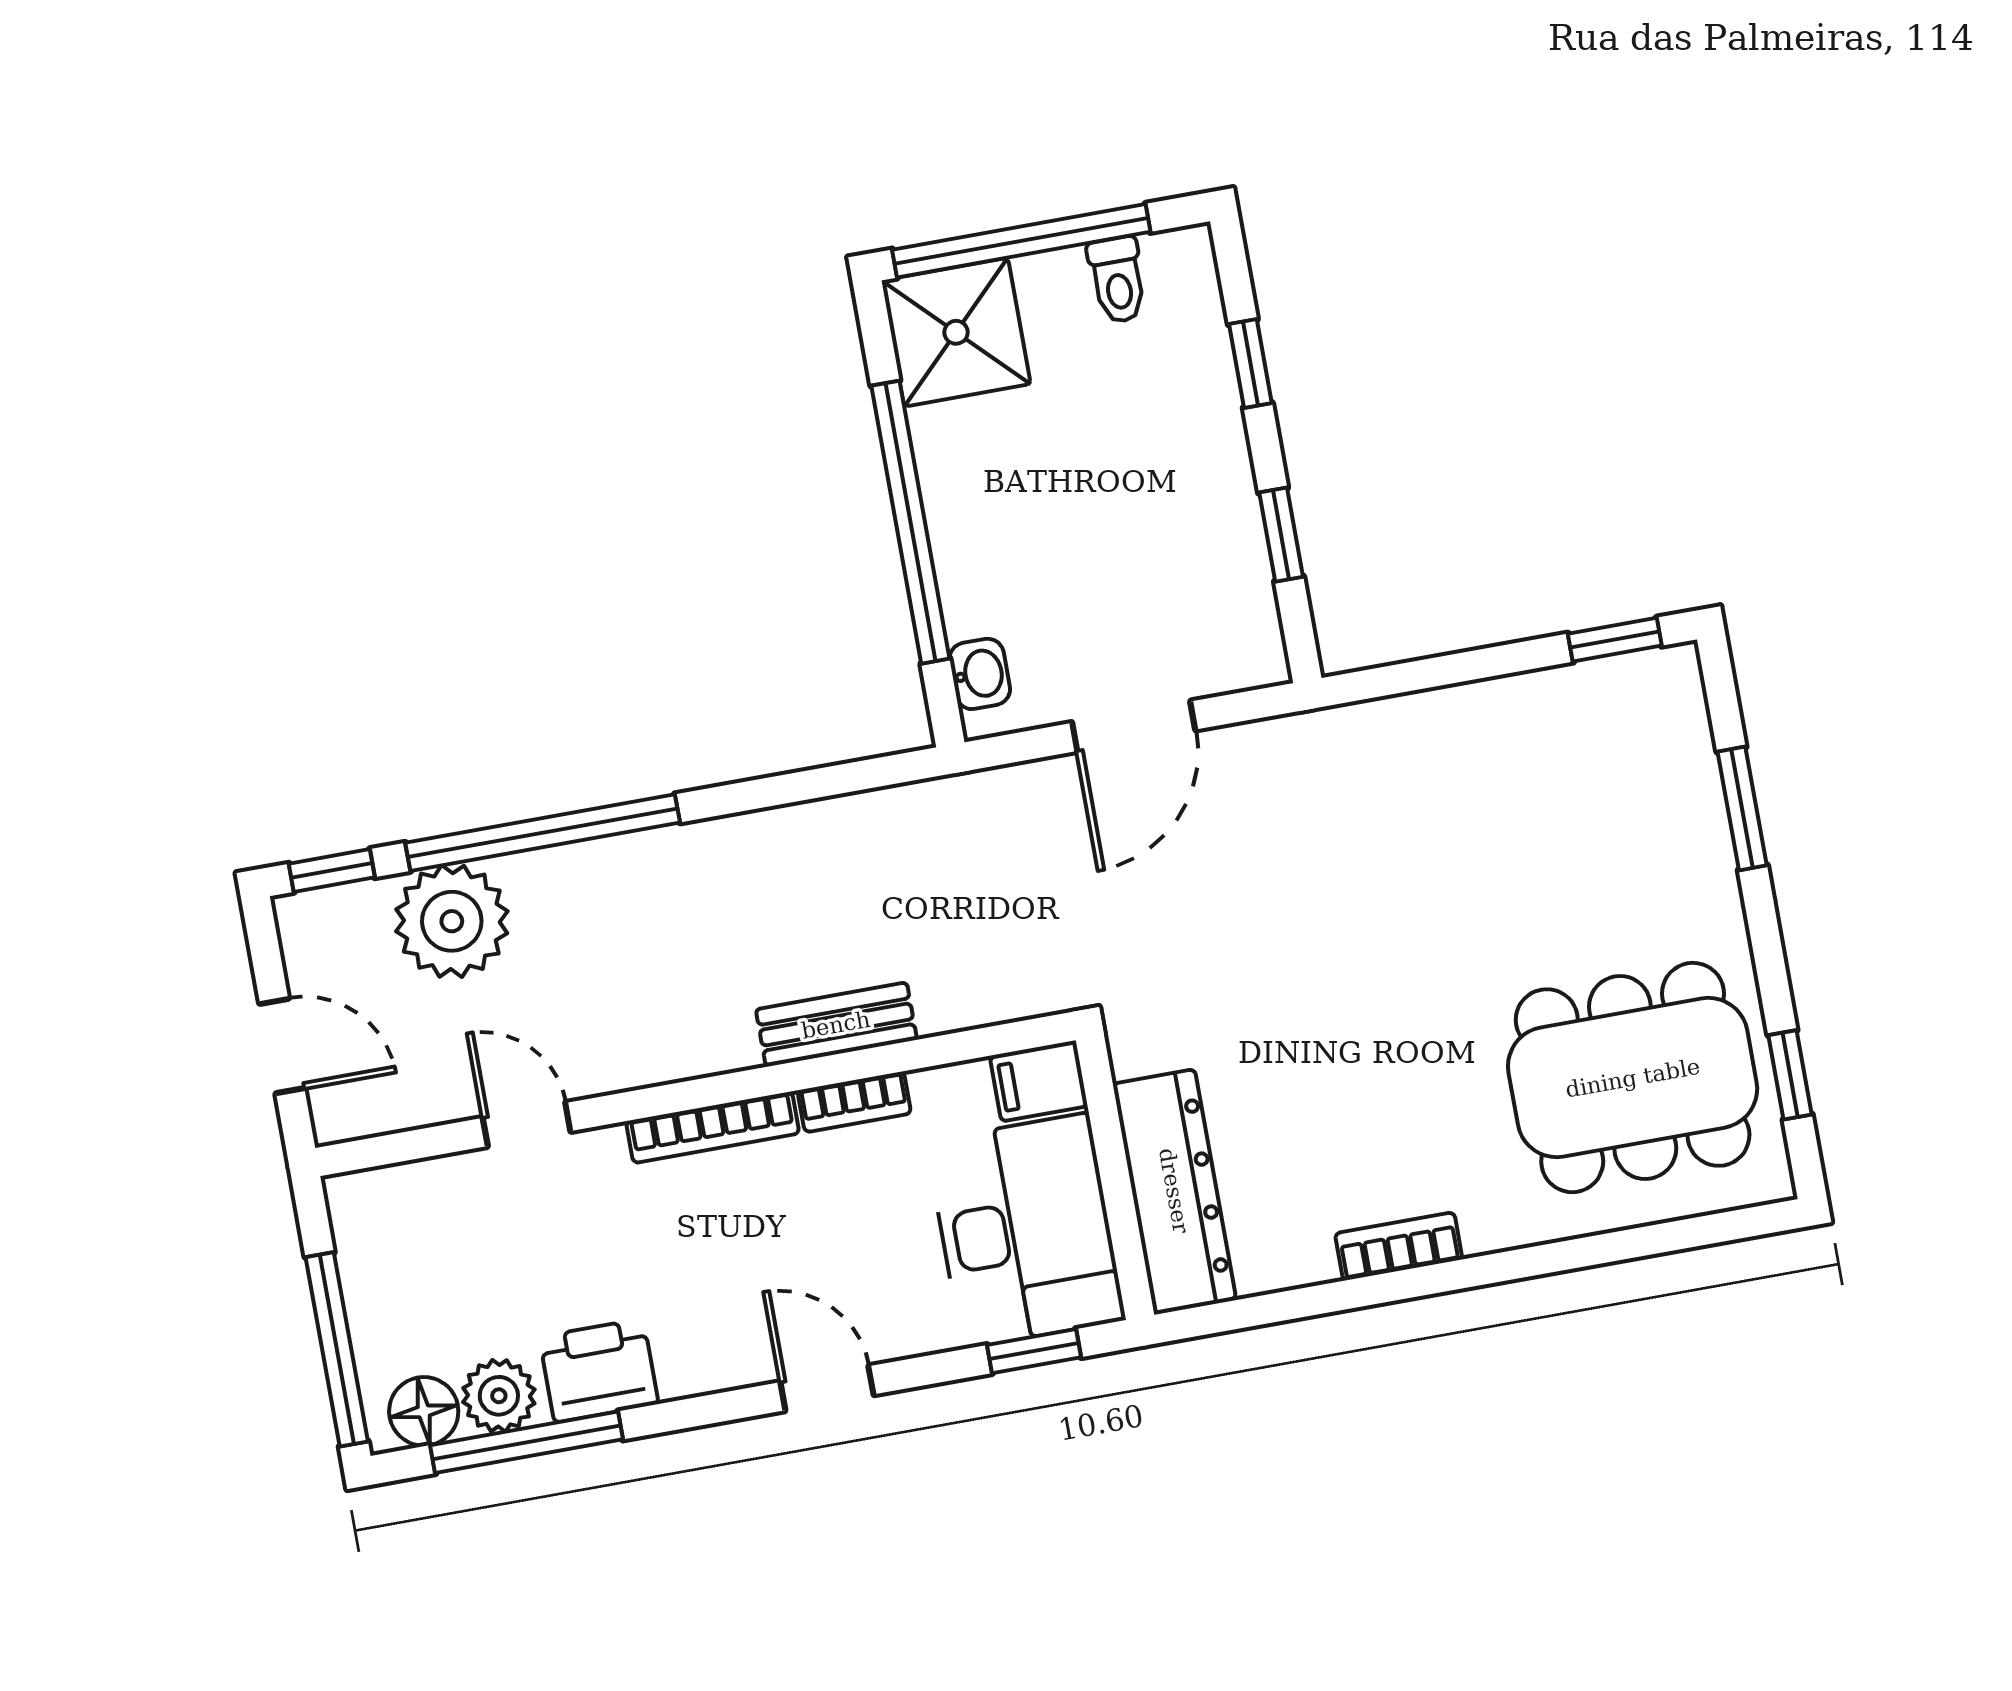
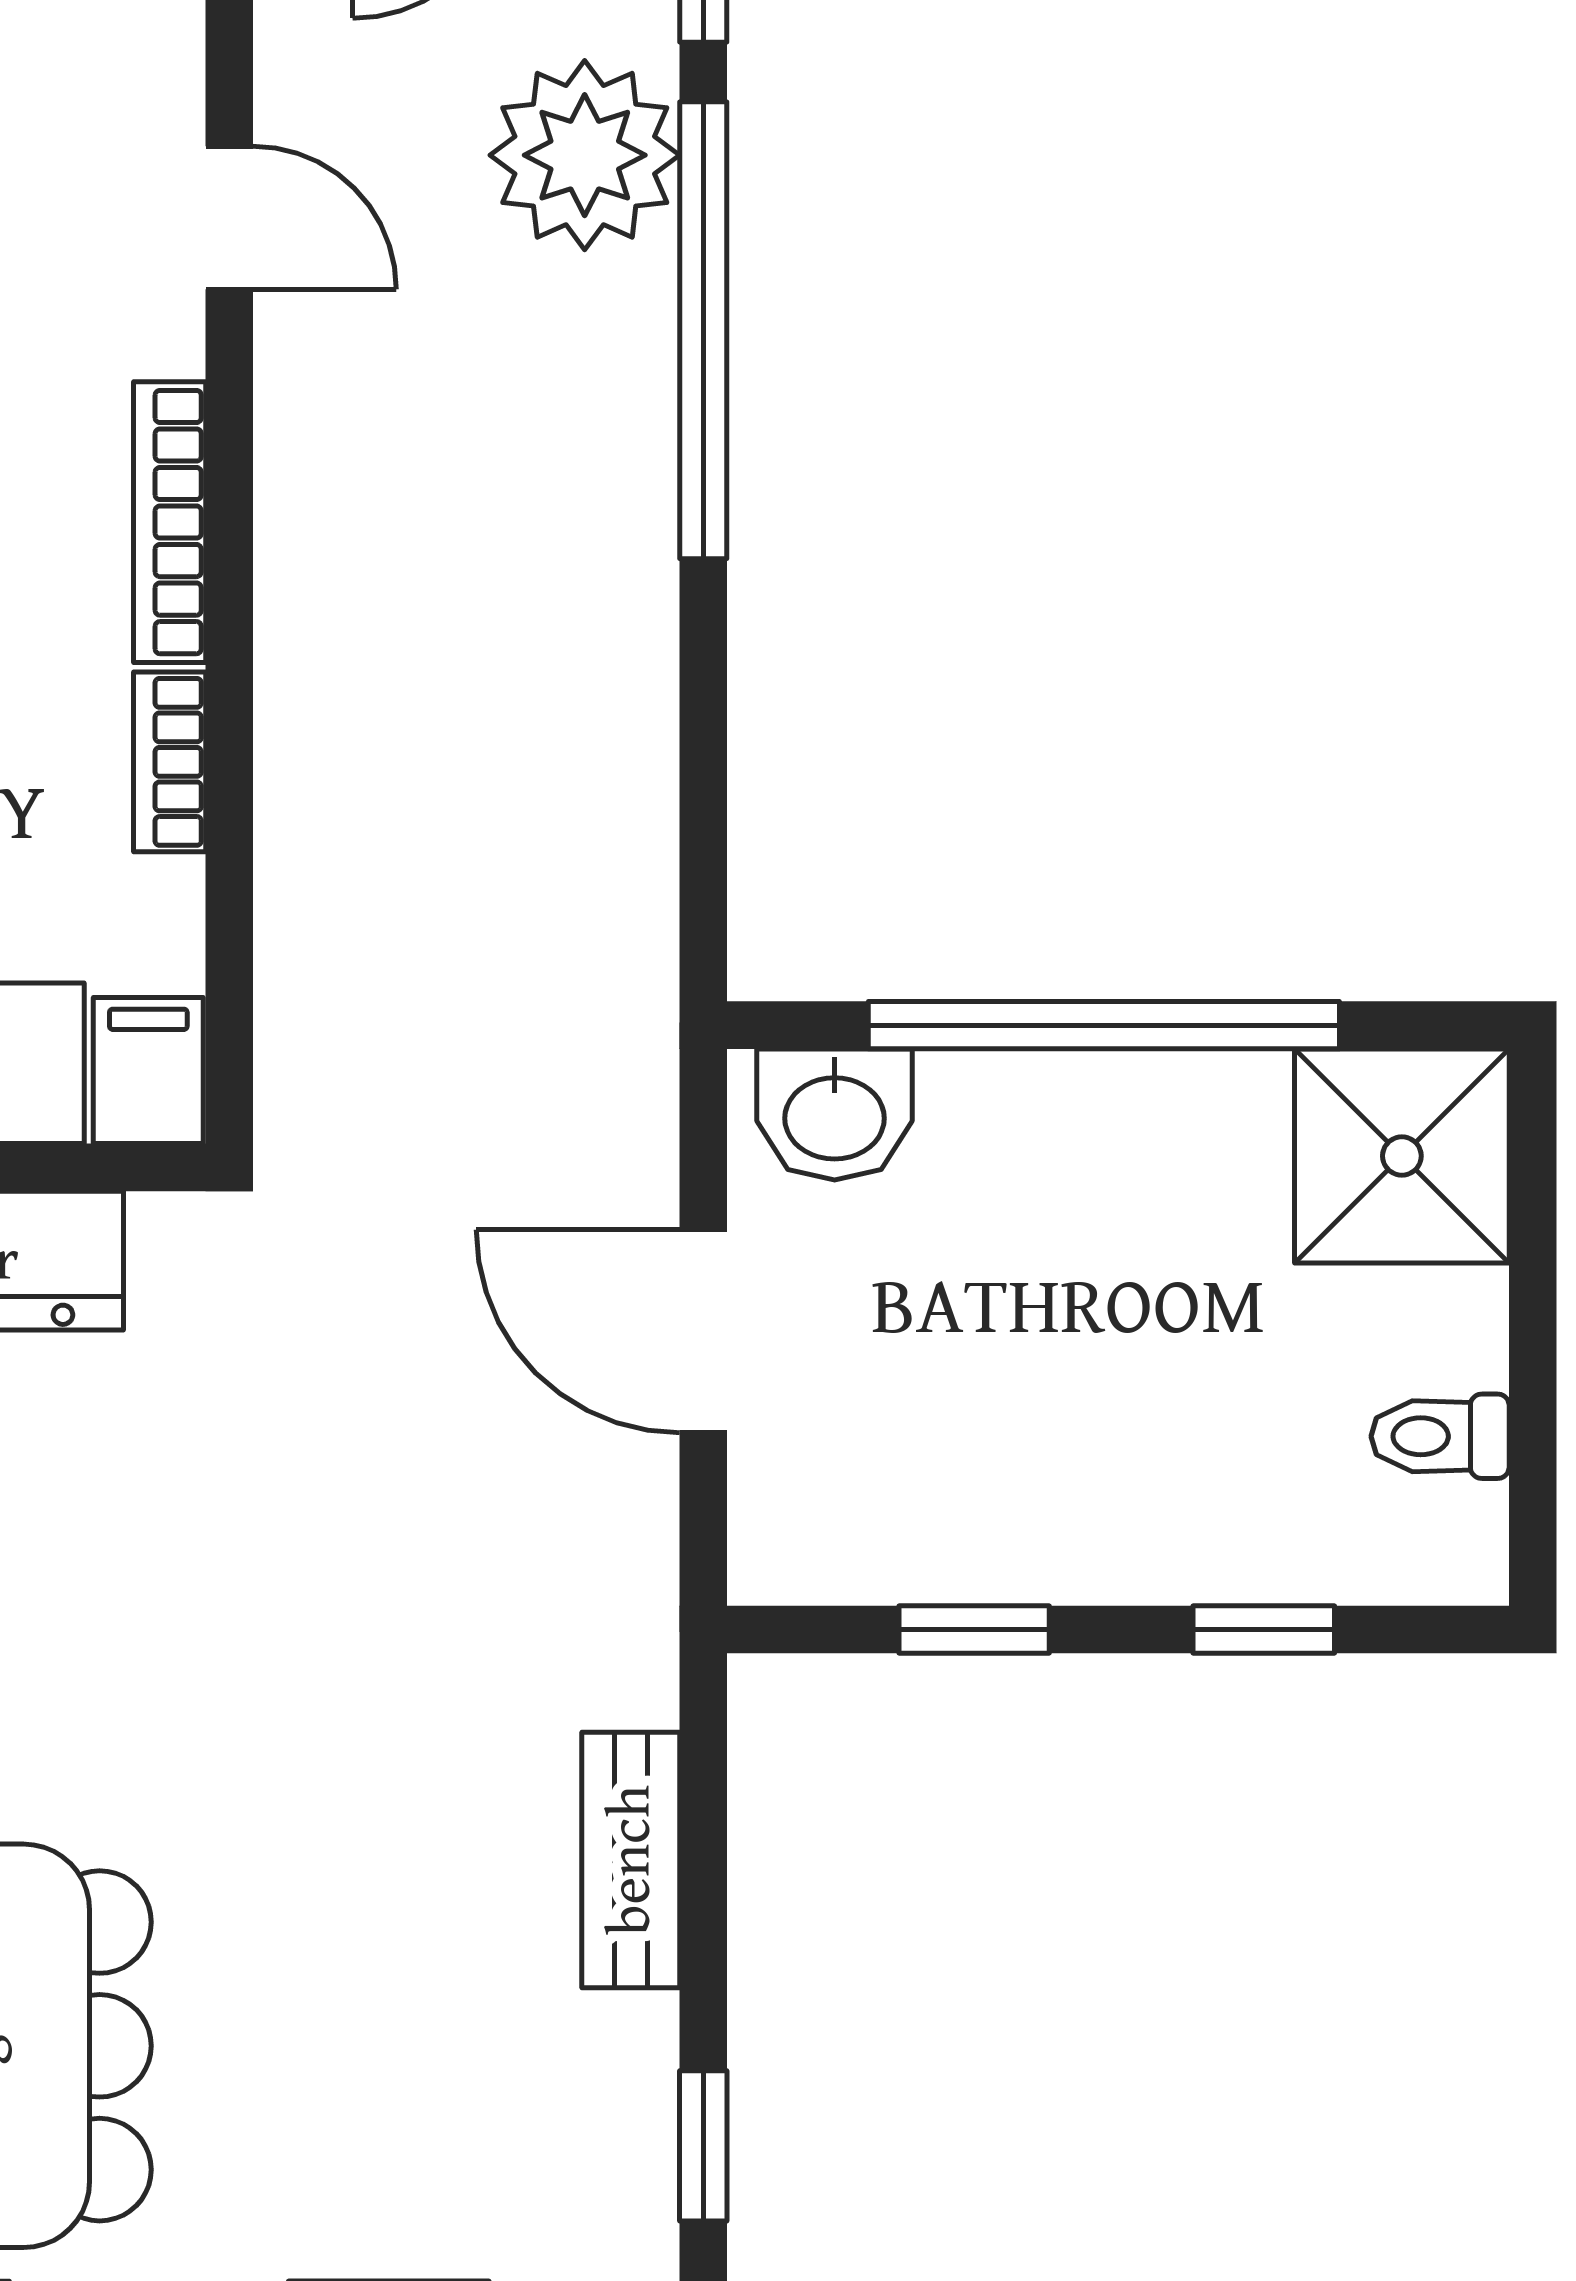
window: (1021, 241) -> (1533, 1290), removed
washbasin: (980, 674) -> (835, 1114), width x1.38, depth x1.45
bench: (836, 1025) -> (631, 1860), moved
door: (527, 1124) -> (229, 218), hinge flipped

